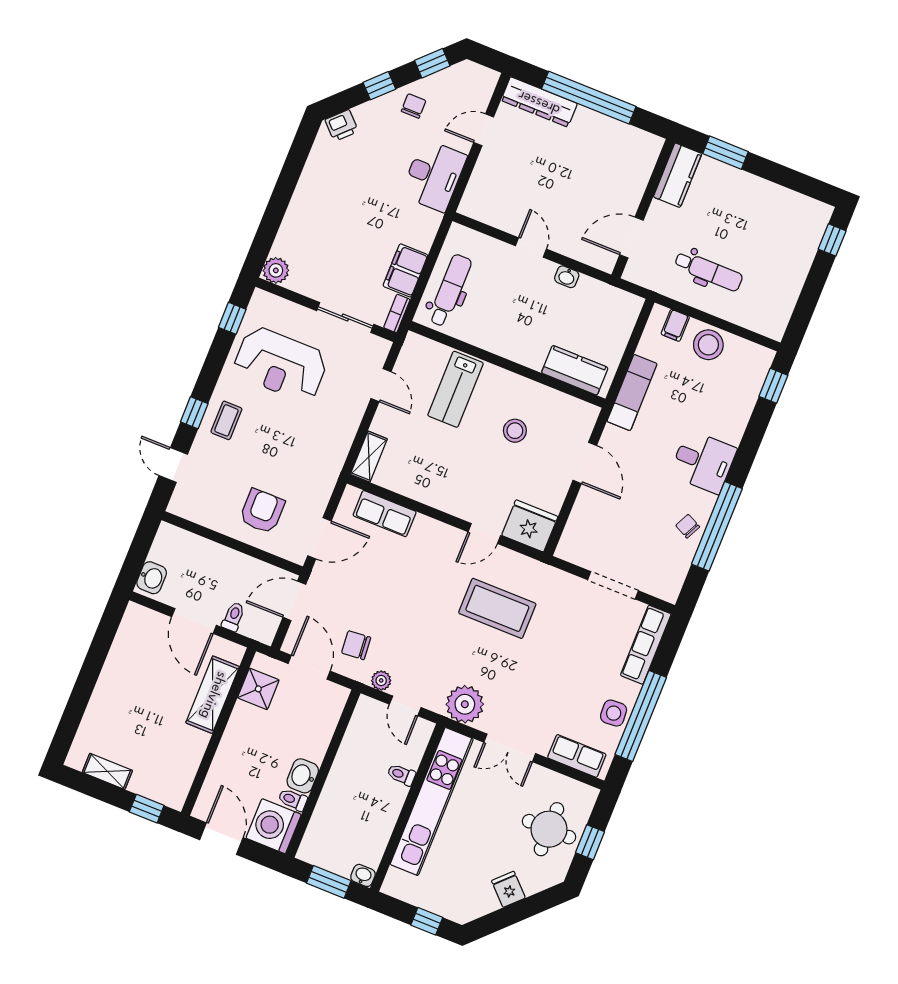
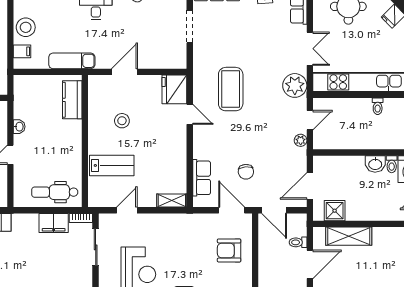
chair: (356, 645) -> (246, 172), moved
toilet: (401, 775) -> (378, 106), moved

